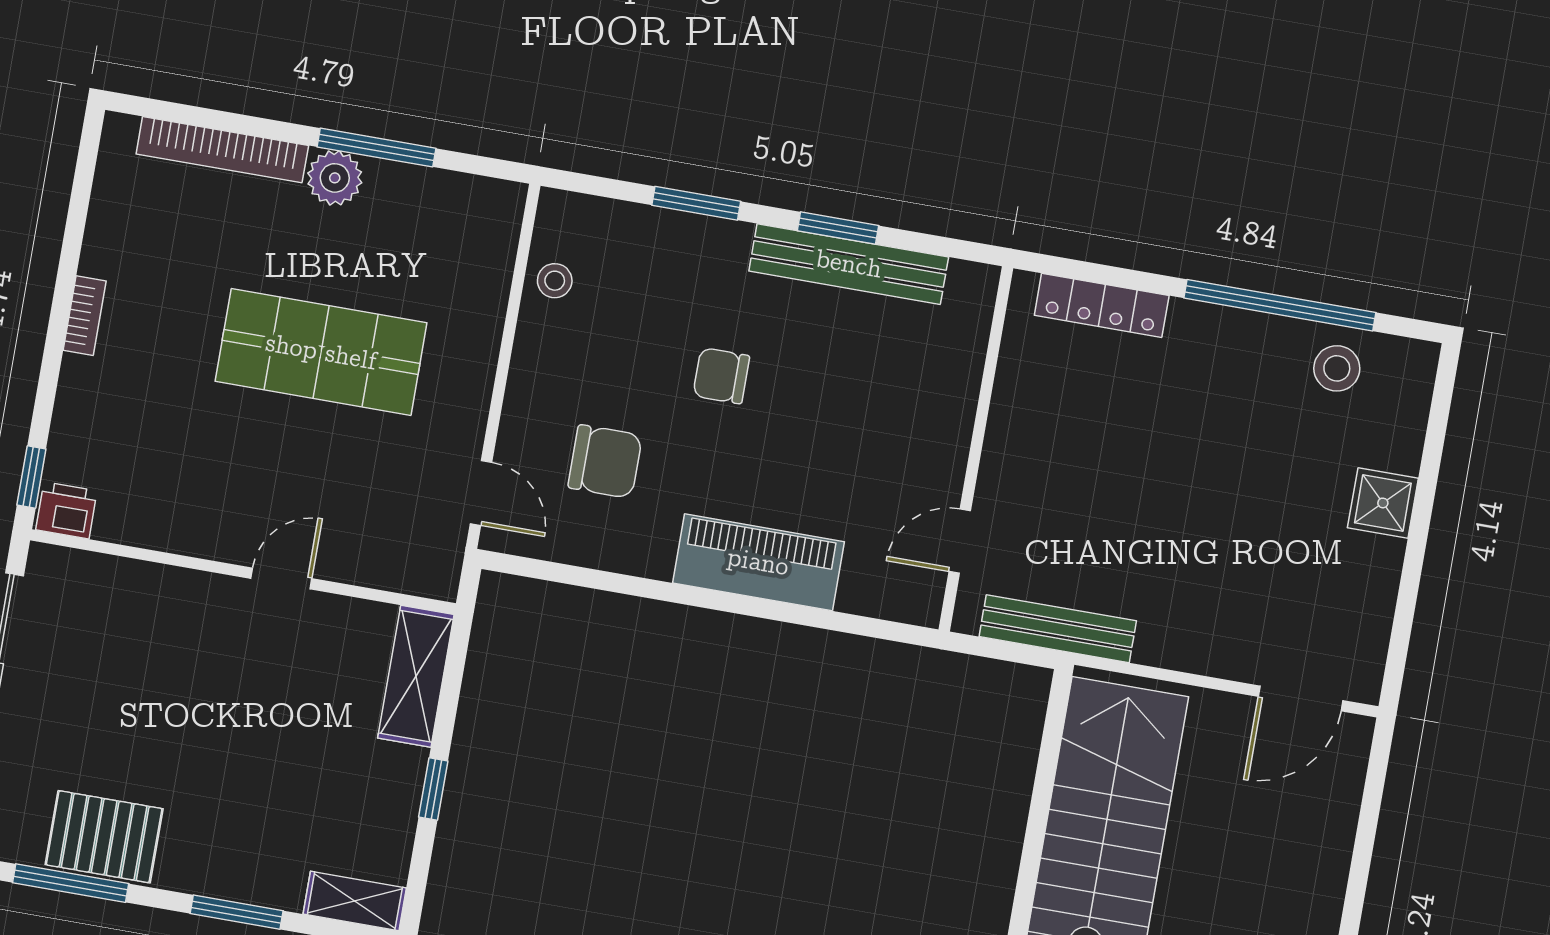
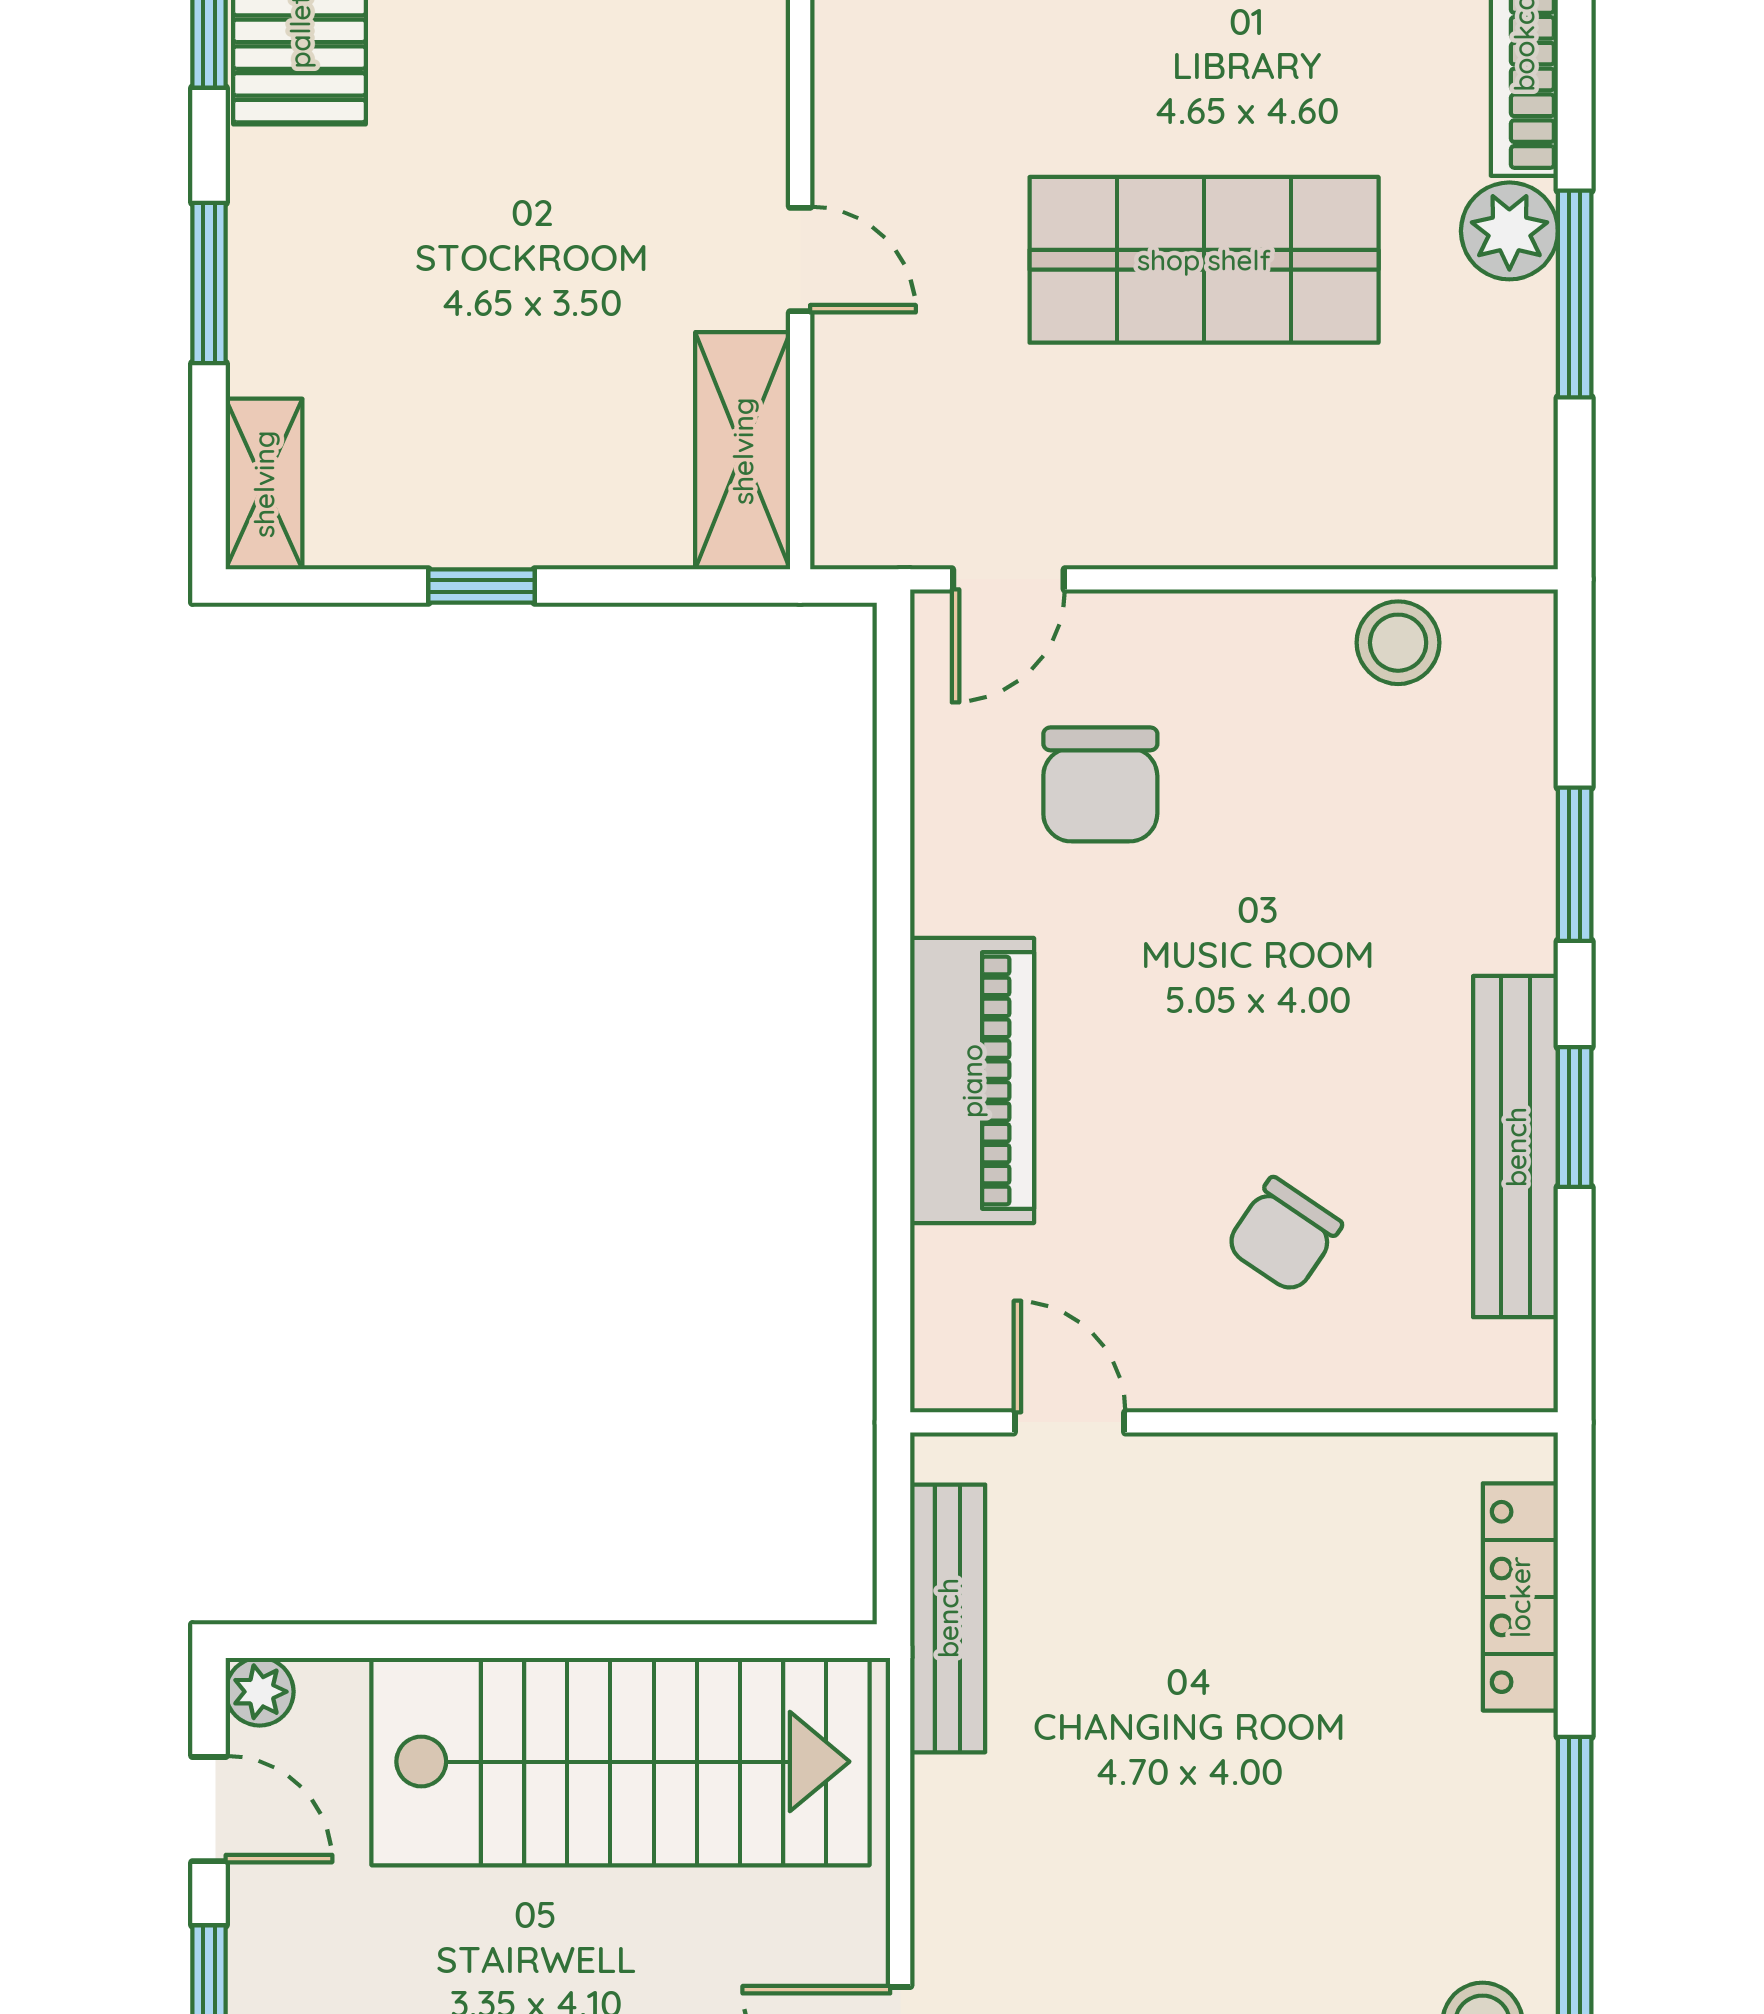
stool: (555, 281) -> (1398, 643), width x1.37, depth x1.37
shop shelf: (321, 352) -> (1204, 260), turned 90
chair: (721, 376) -> (1284, 1235), moved, turned -146
shelving: (416, 676) -> (743, 451), moved, turned 90

